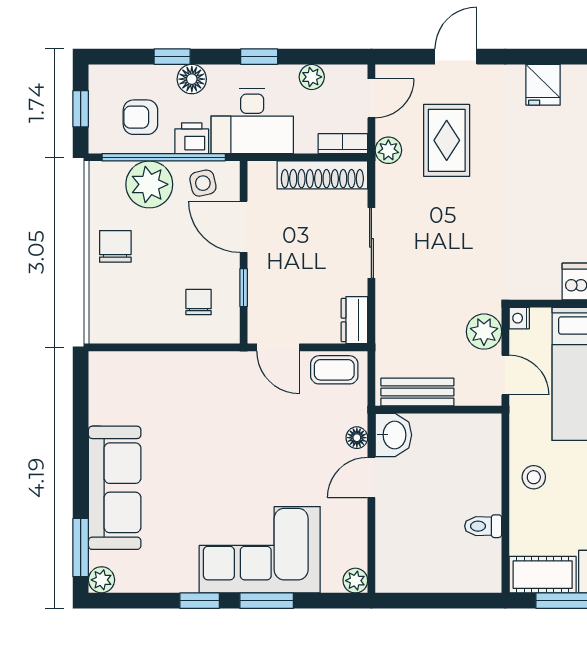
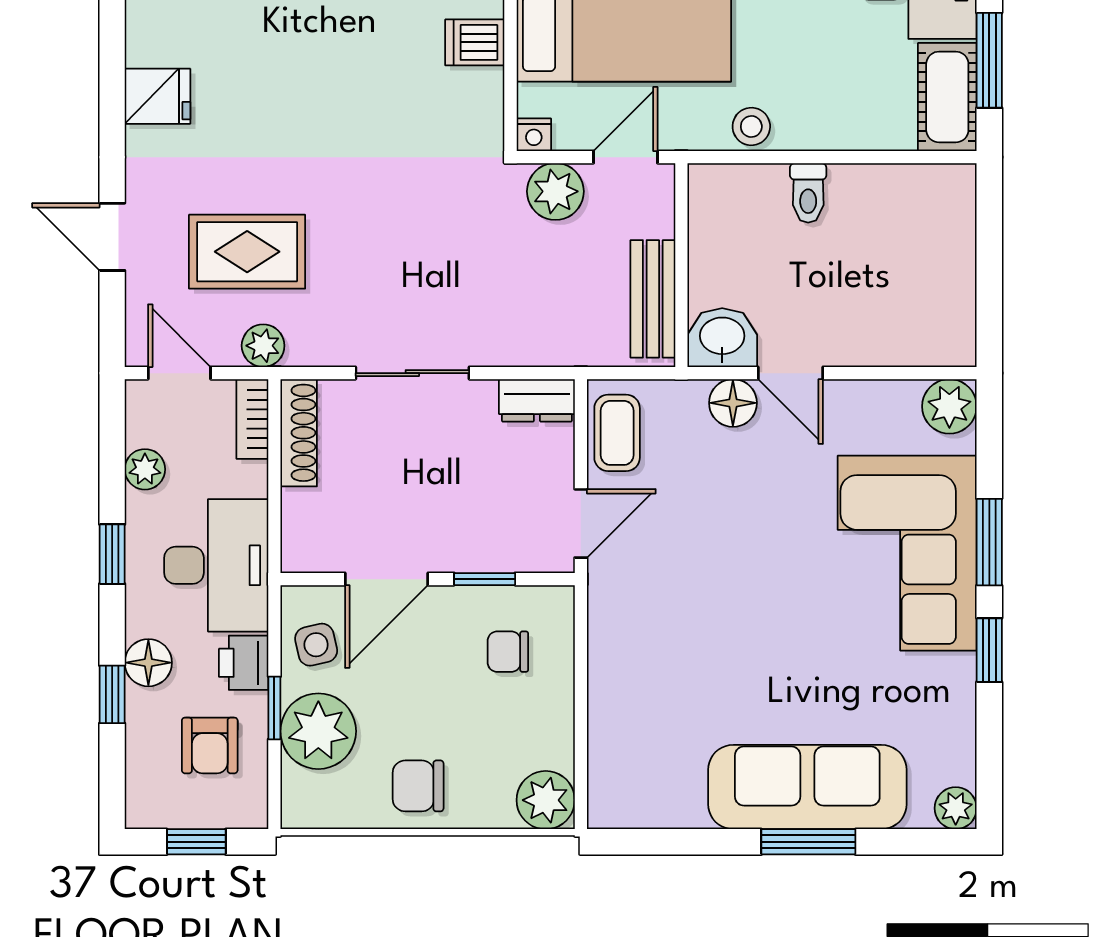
window: (164, 157) -> (274, 708), width x0.32
shoe rack: (322, 175) -> (299, 433), width x0.74, depth x0.81
plant: (107, 326) -> (546, 800), added
floor lamp: (357, 438) -> (733, 403), width x1.37, depth x1.37
stool: (534, 477) -> (751, 127), moved
toilet: (483, 526) -> (808, 193), moved
window: (81, 548) -> (808, 842), moved
plant: (355, 581) -> (949, 406), width x1.38, depth x1.38

